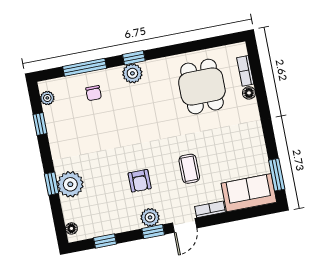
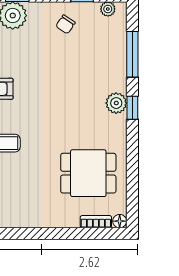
chair: (94, 93) -> (65, 24), moved, turned -56
floor lamp: (249, 93) -> (120, 221), moved

